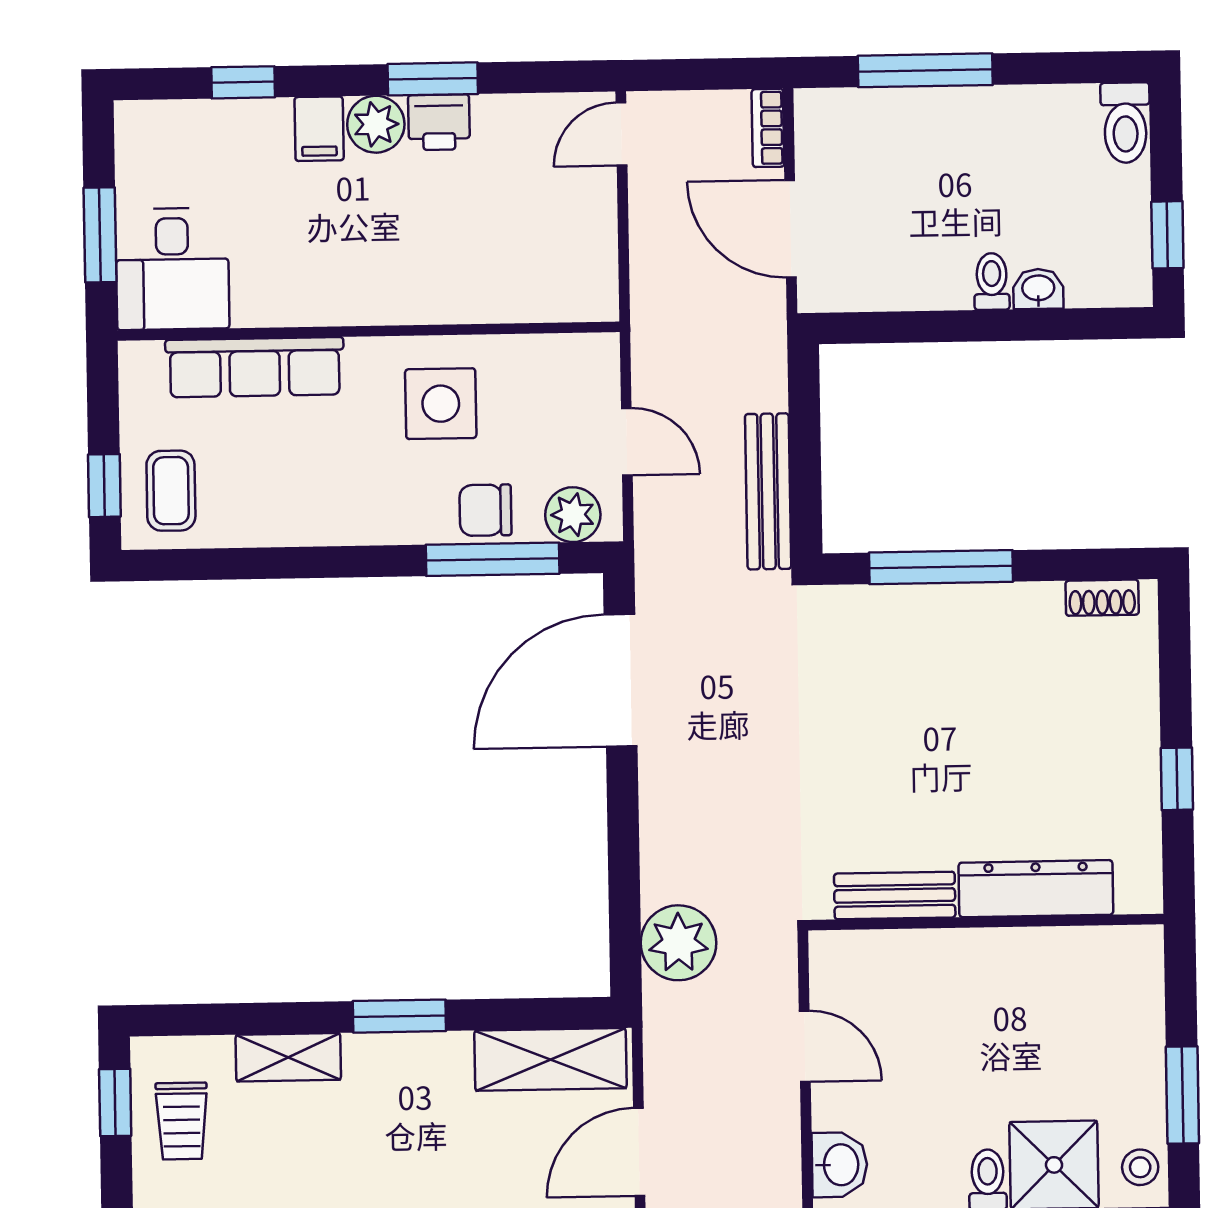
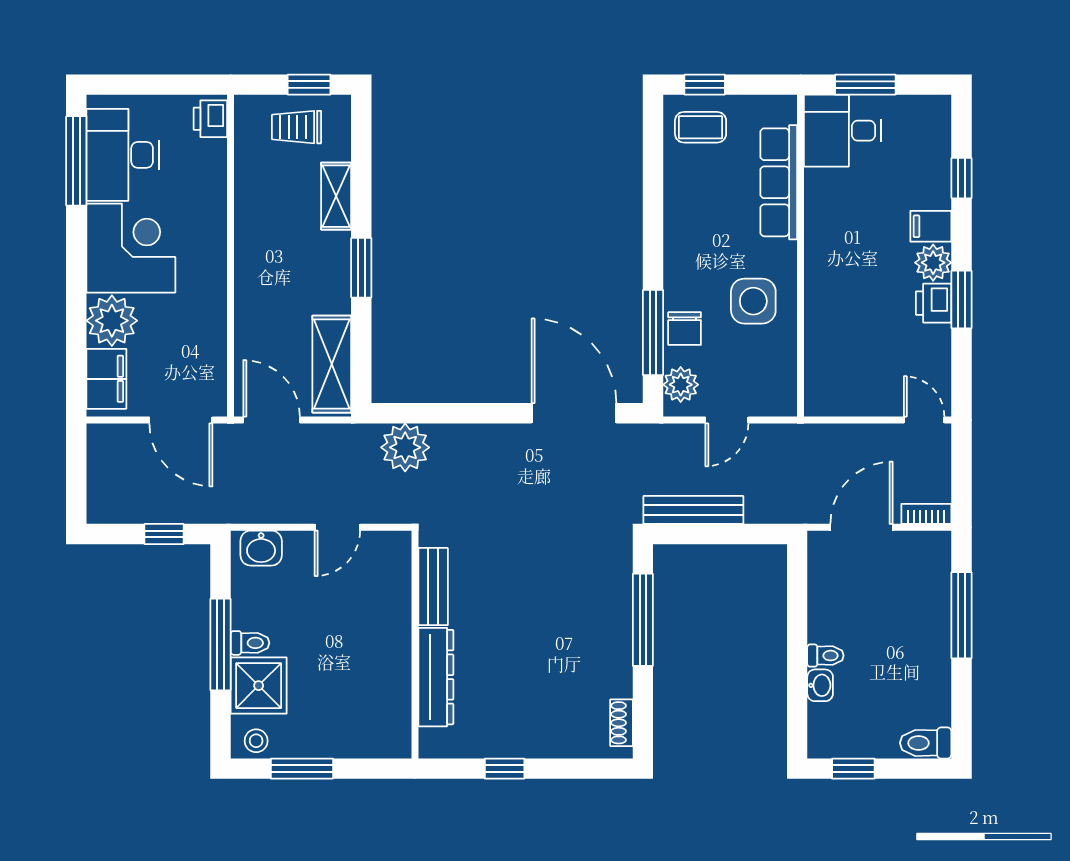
chair: (485, 510) -> (685, 329), turned 180

